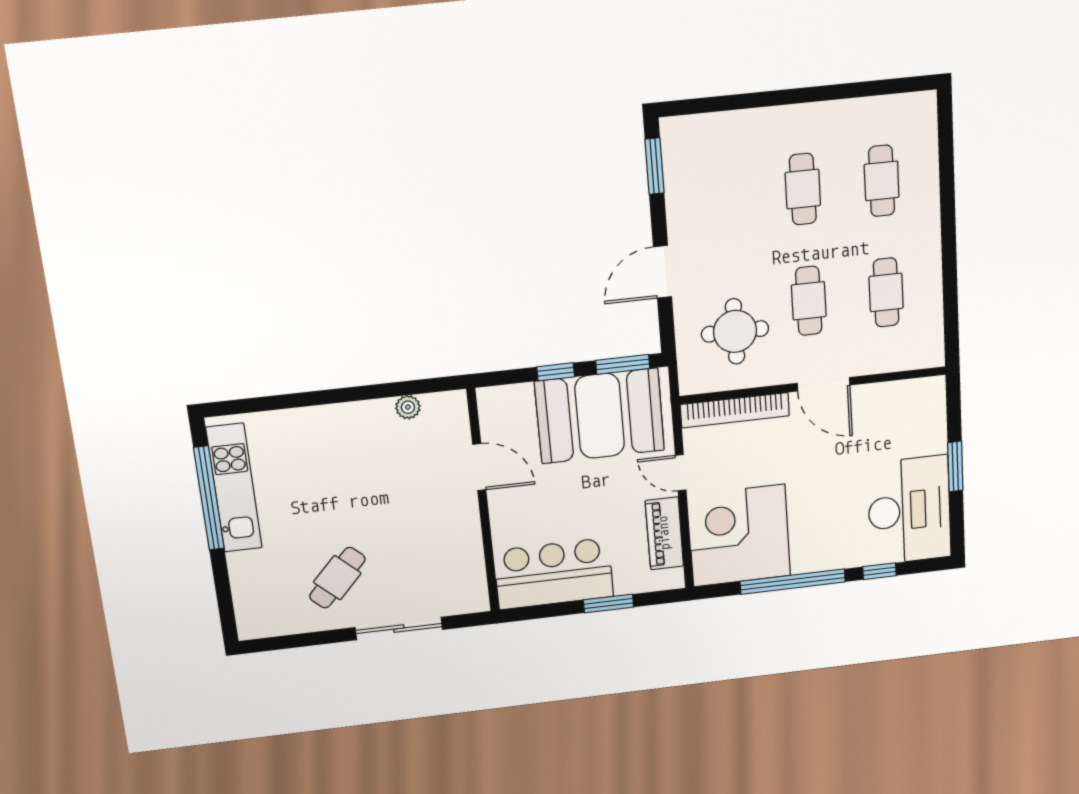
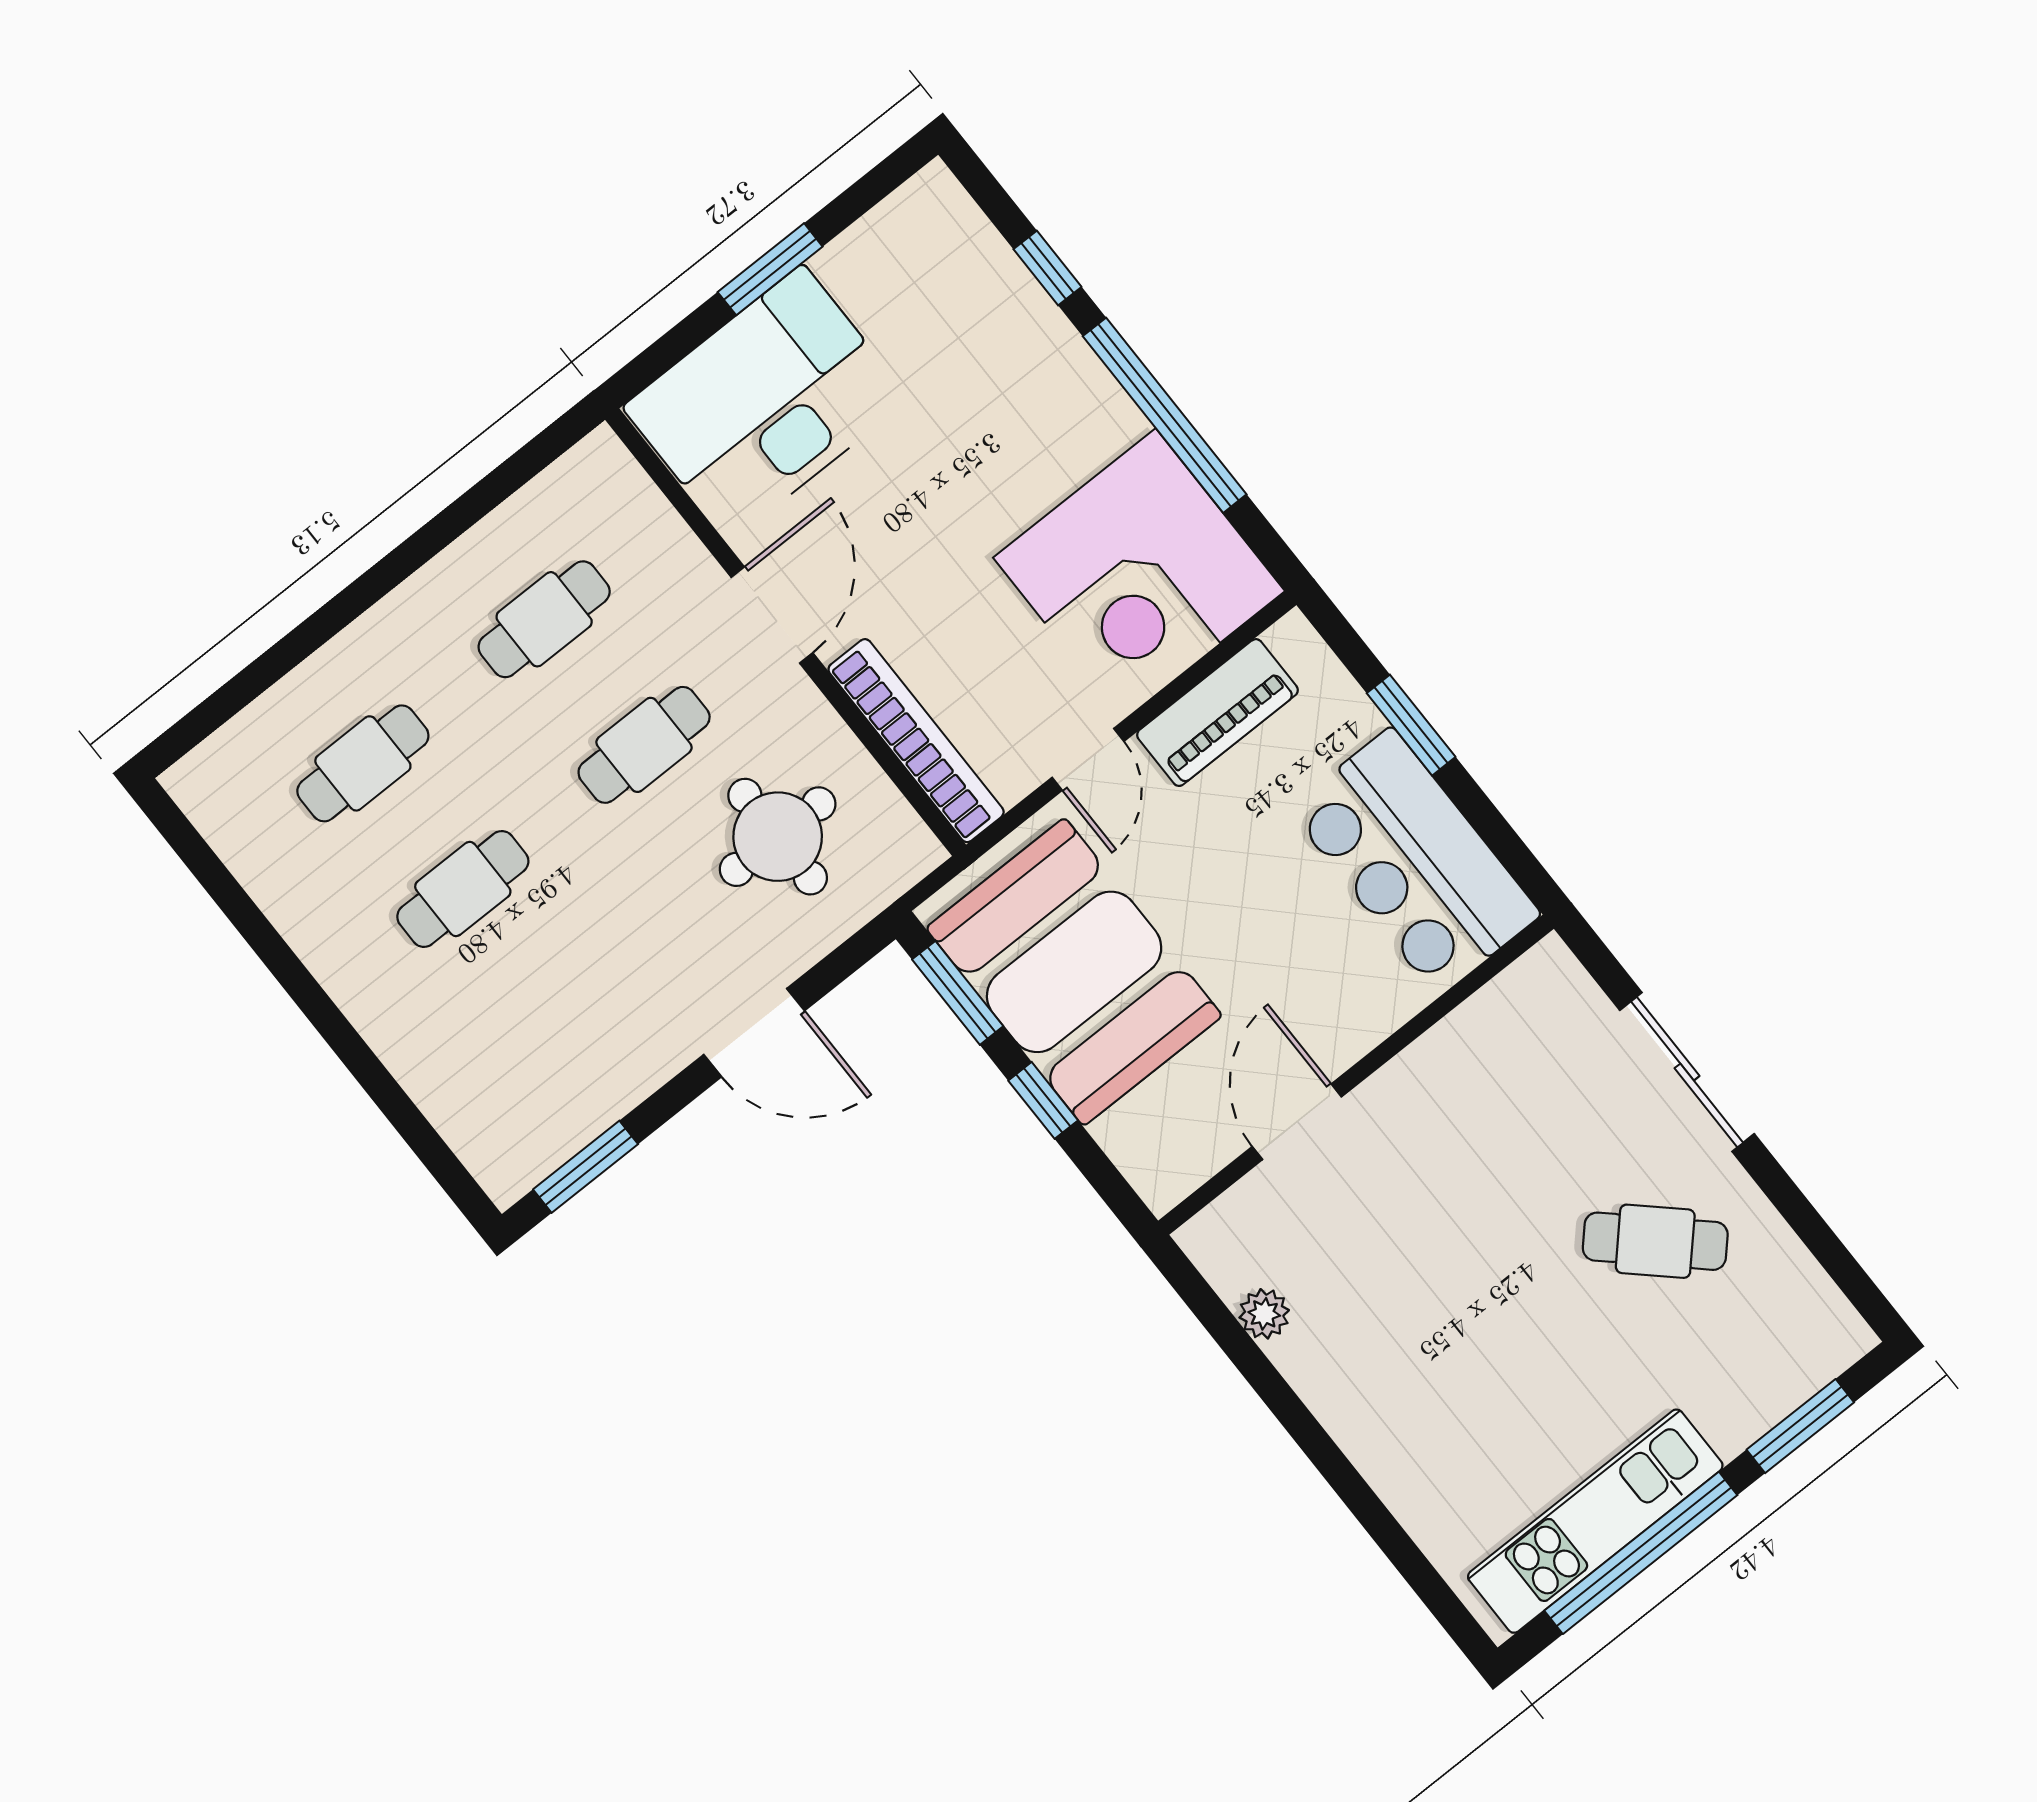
desk: (909, 510) -> (766, 403), moved
window: (223, 590) -> (1800, 1426), added

